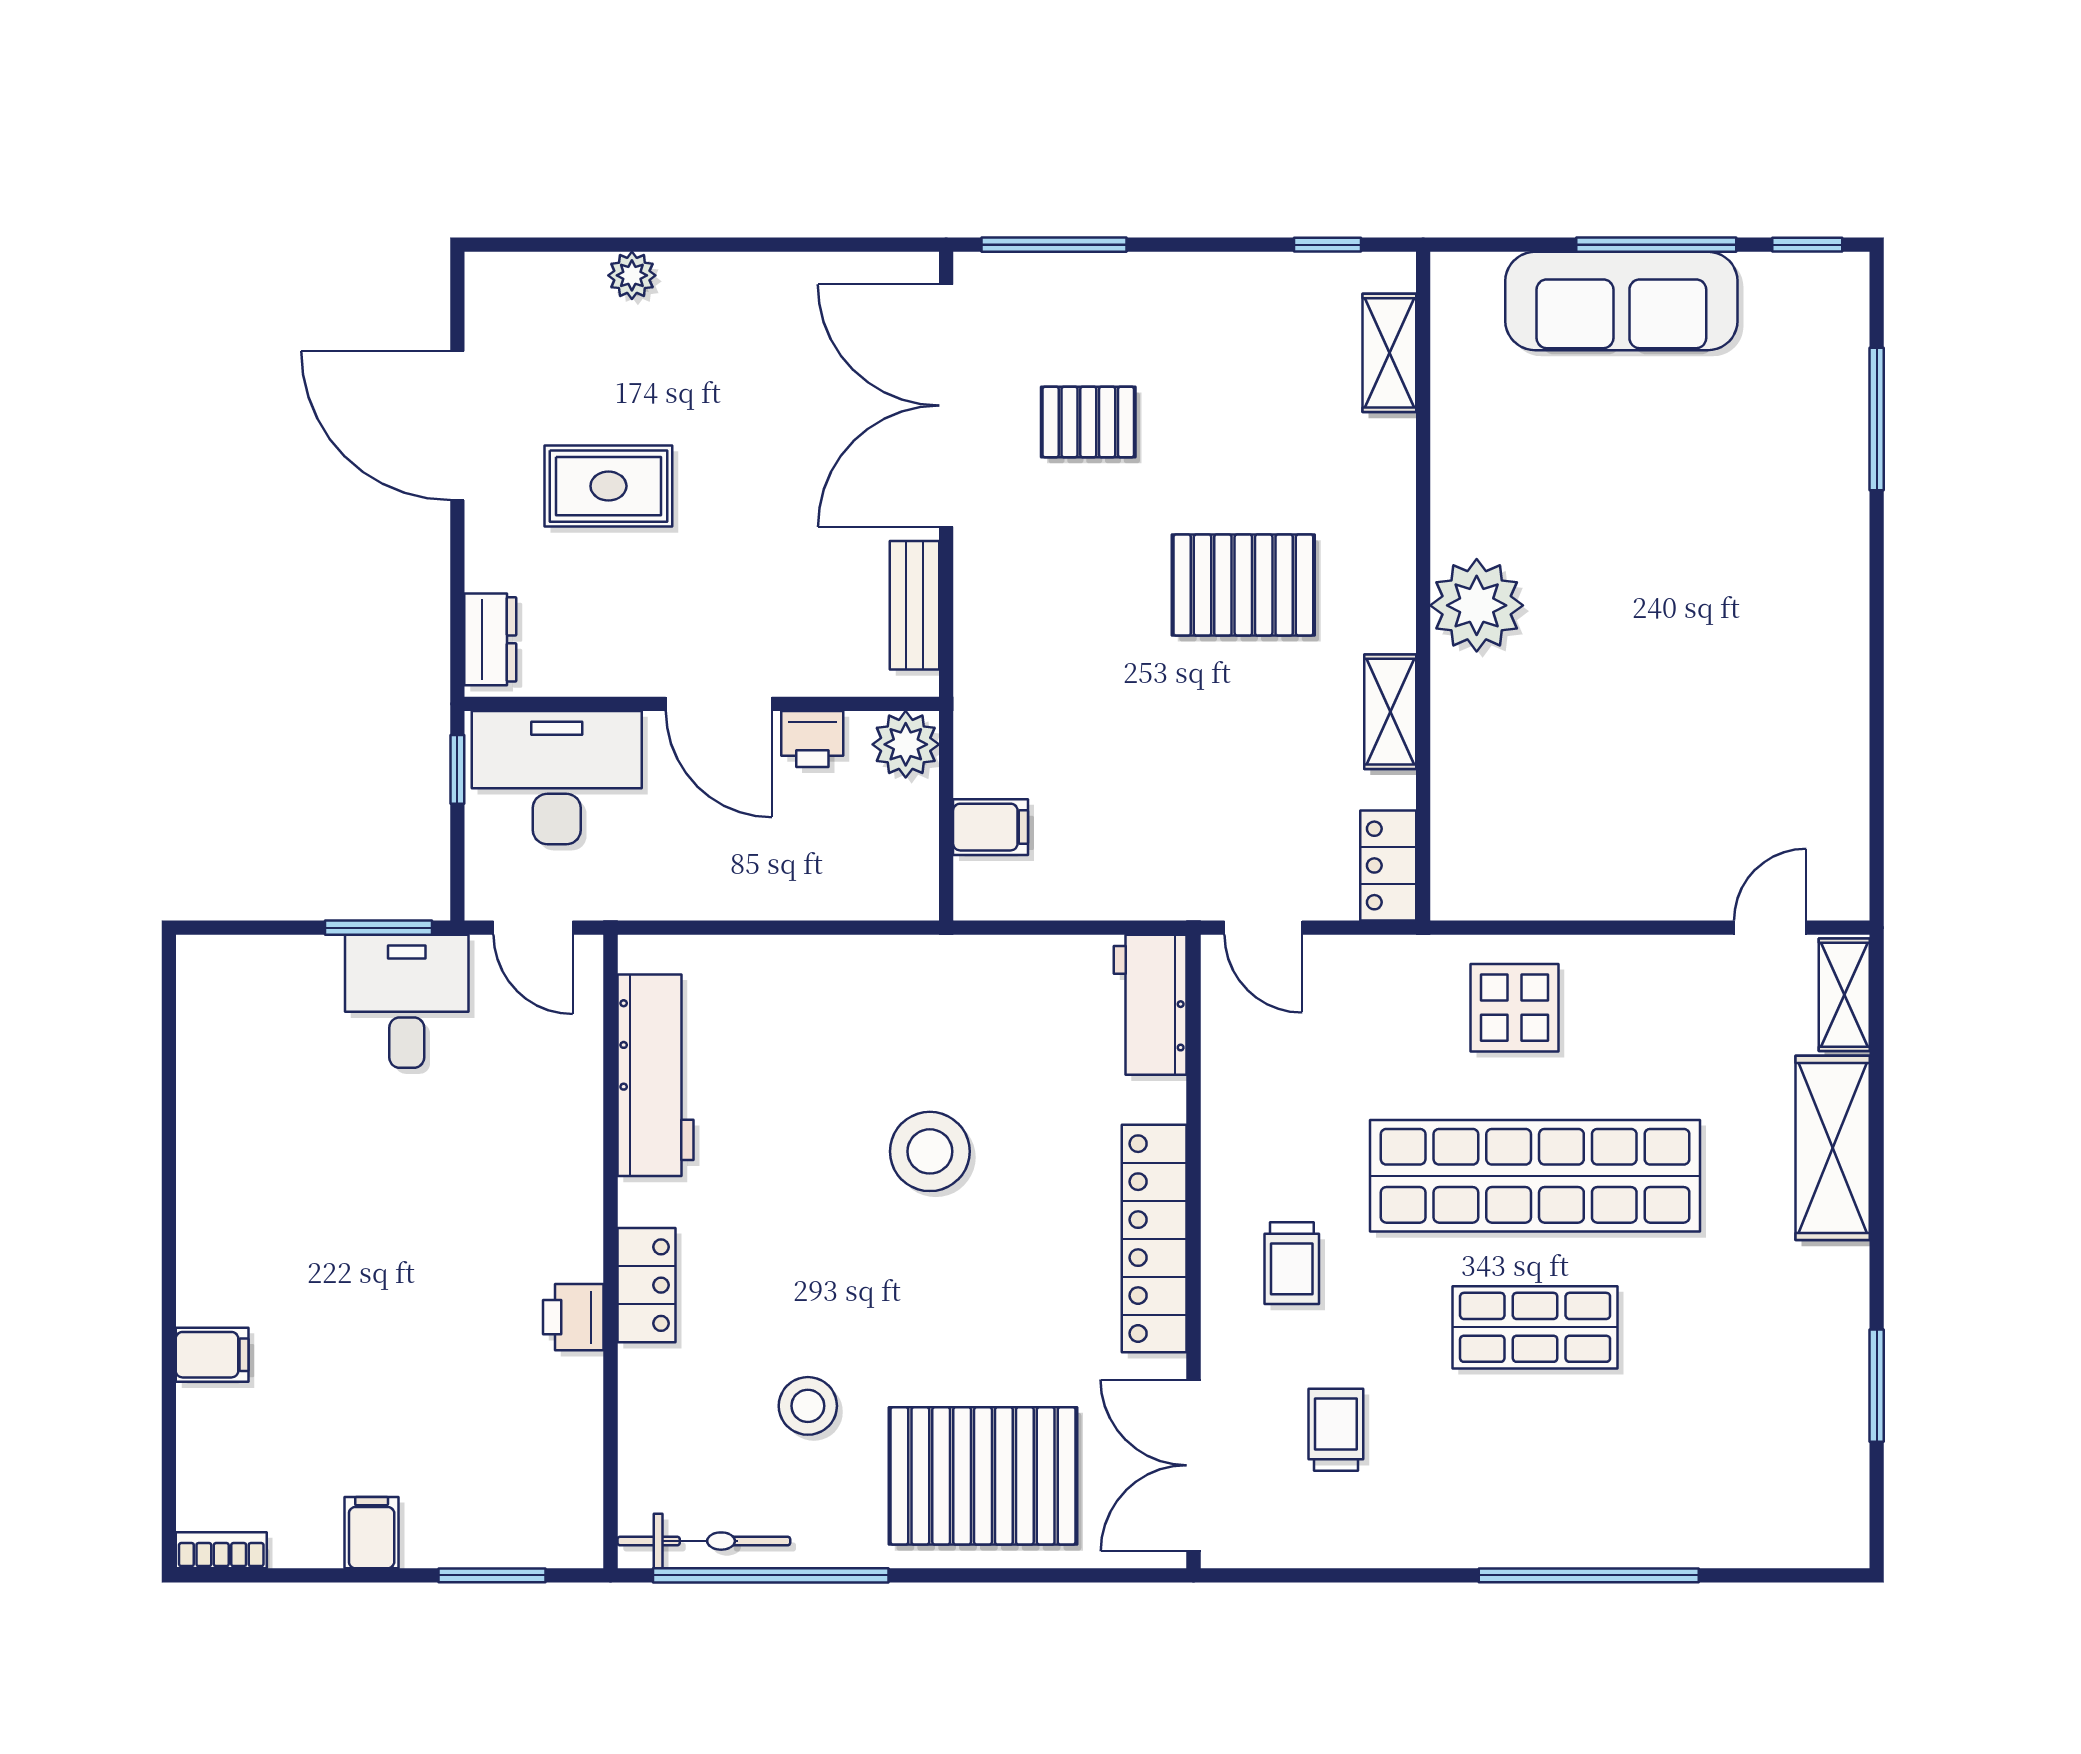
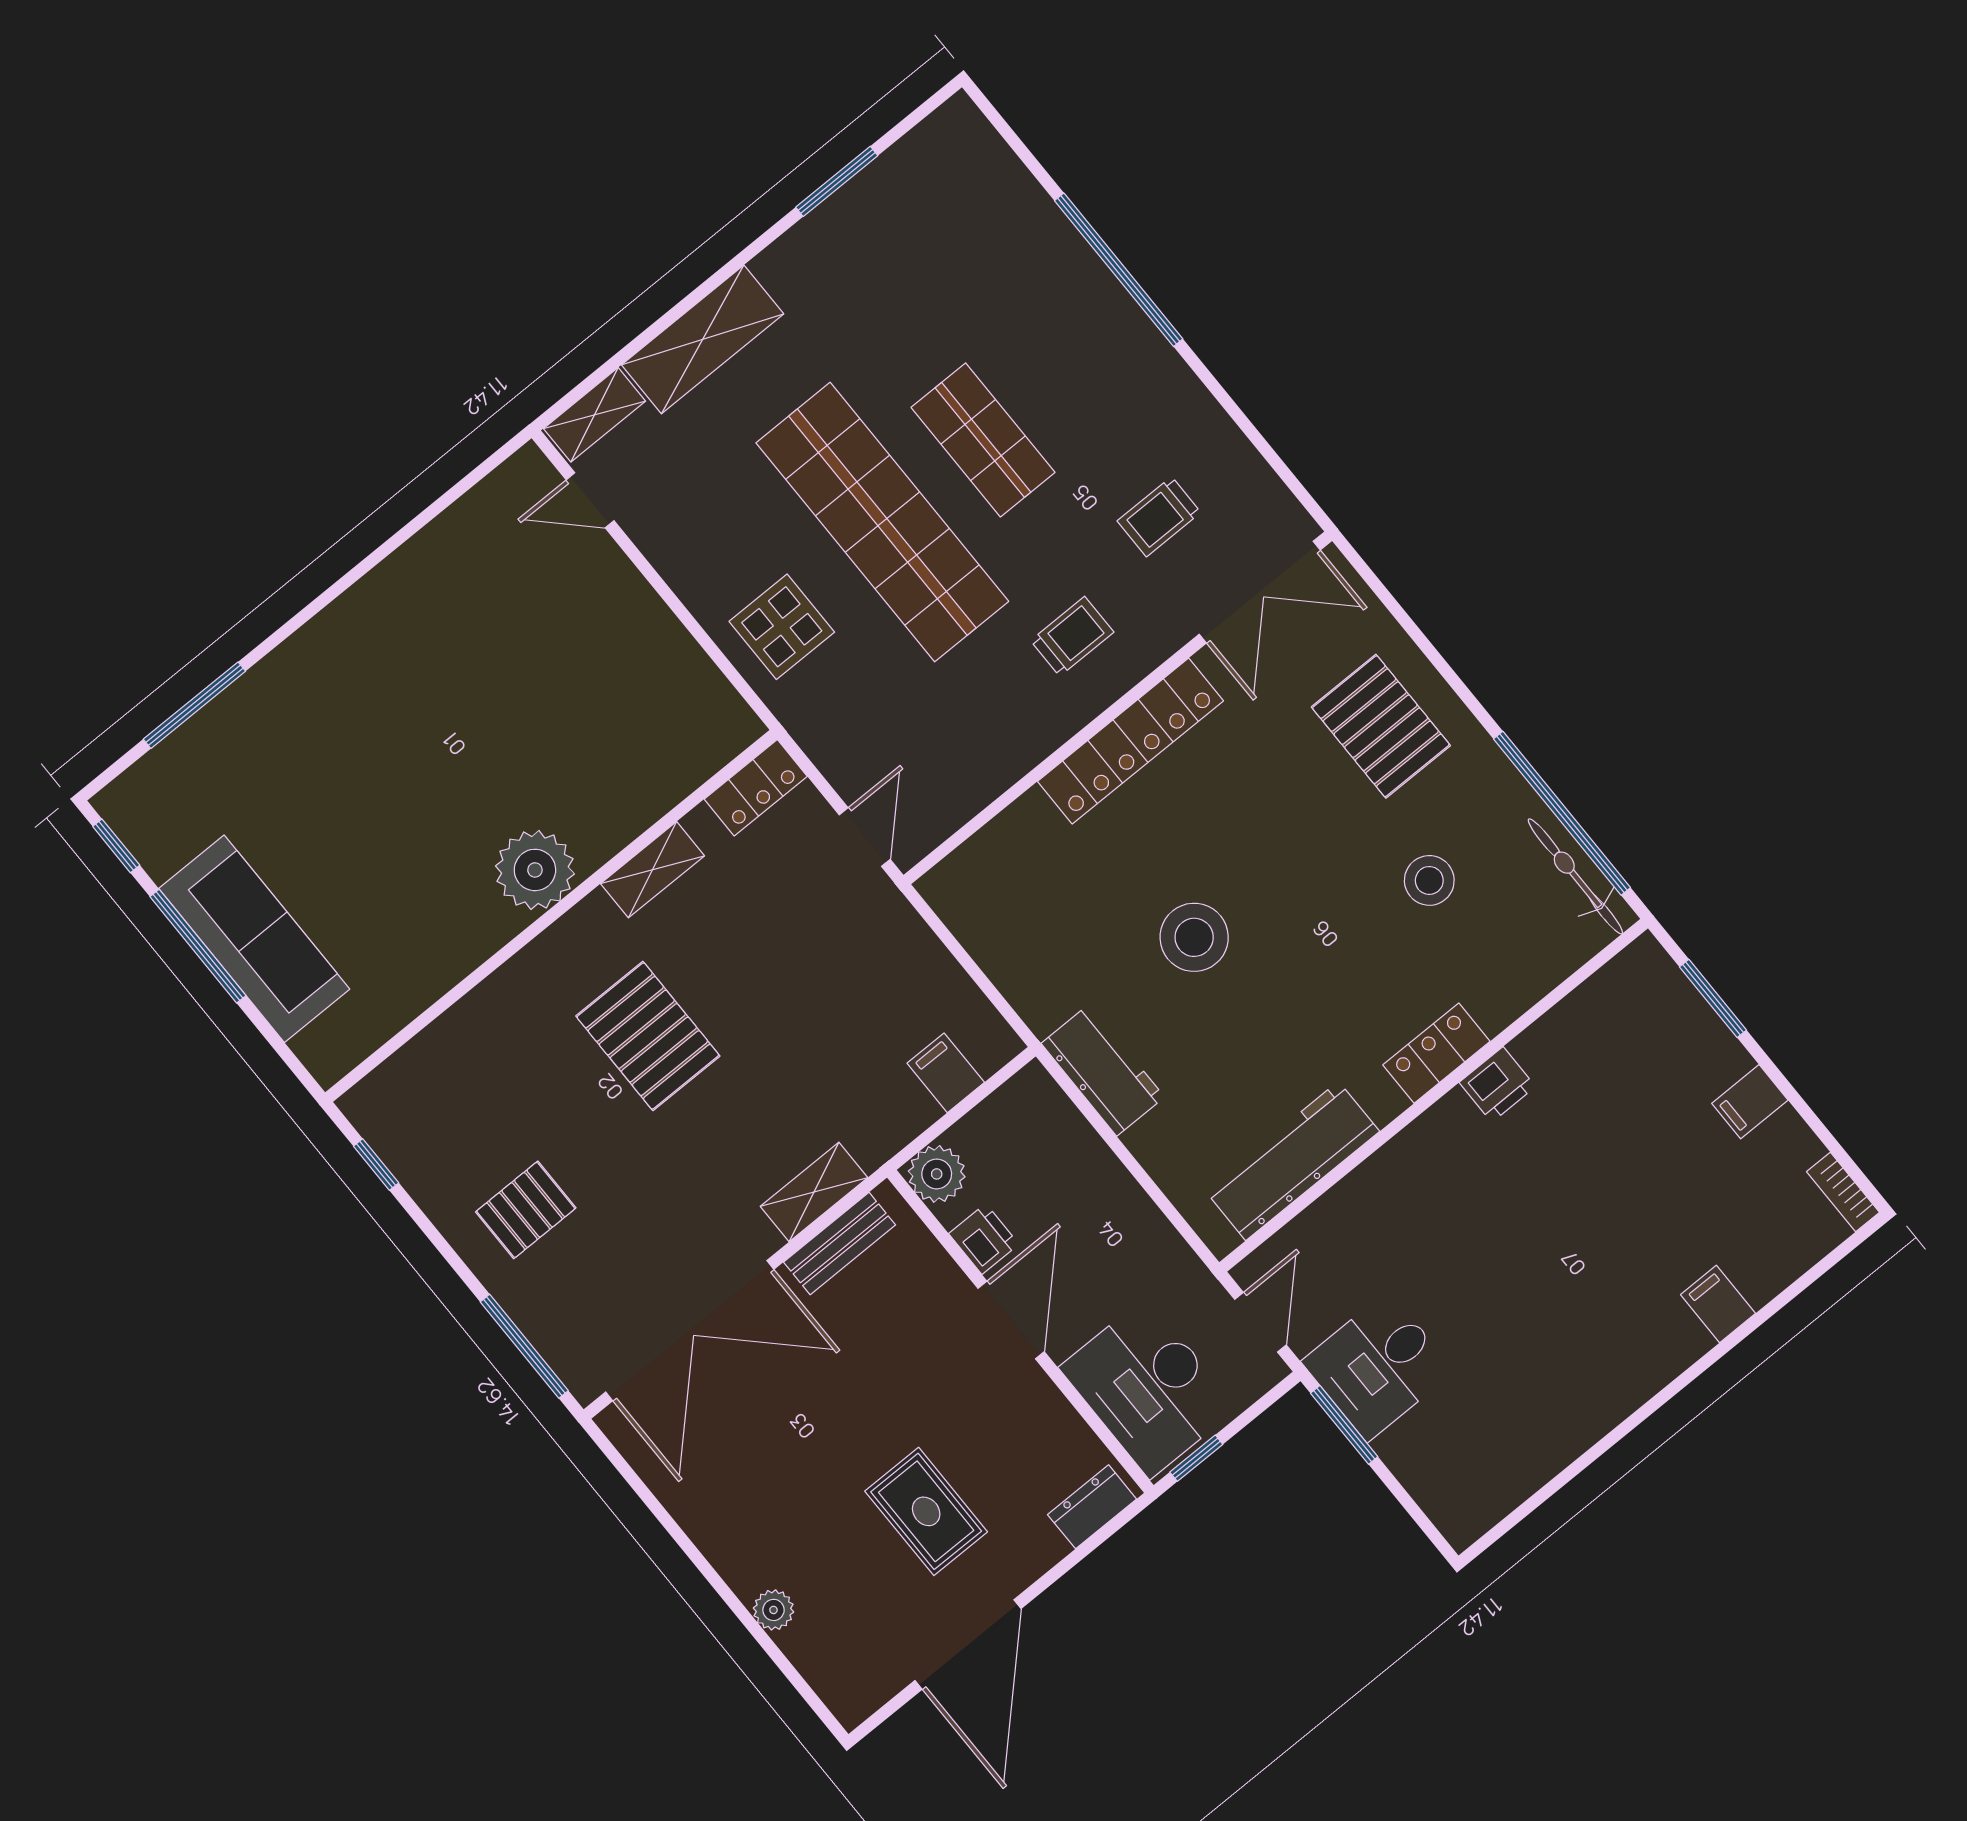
shelving: (1389, 353) -> (814, 1192), moved
pallet: (1088, 422) -> (526, 1210), moved, turned 90
workbench: (1150, 1005) -> (1103, 1070), moved, turned -90
pallet: (983, 1476) -> (1381, 726), width x0.73, depth x0.71

